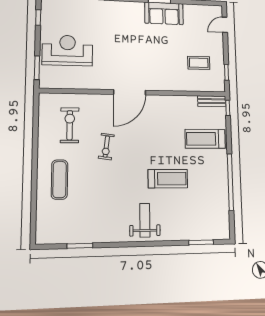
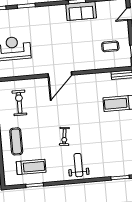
exercise bike: (106, 147) -> (64, 136), moved
treadmill: (168, 179) -> (31, 167), moved

